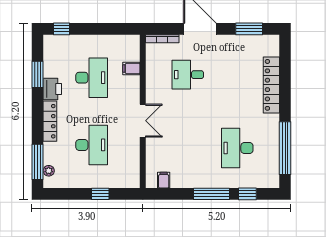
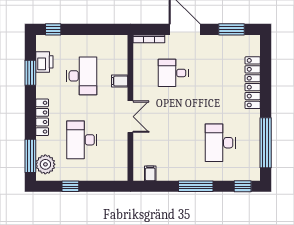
filing cabinet: (131, 69) -> (120, 81), moved
printer: (52, 89) -> (44, 62), moved
desk: (92, 145) -> (82, 140), turned 180
plant: (49, 171) -> (45, 164), width x1.88, depth x1.88
window: (100, 194) -> (70, 186), moved
window: (247, 194) -> (243, 186), moved

